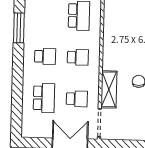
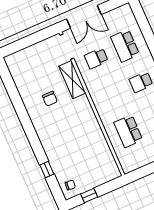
school desk: (78, 57) -> (112, 95), removed

